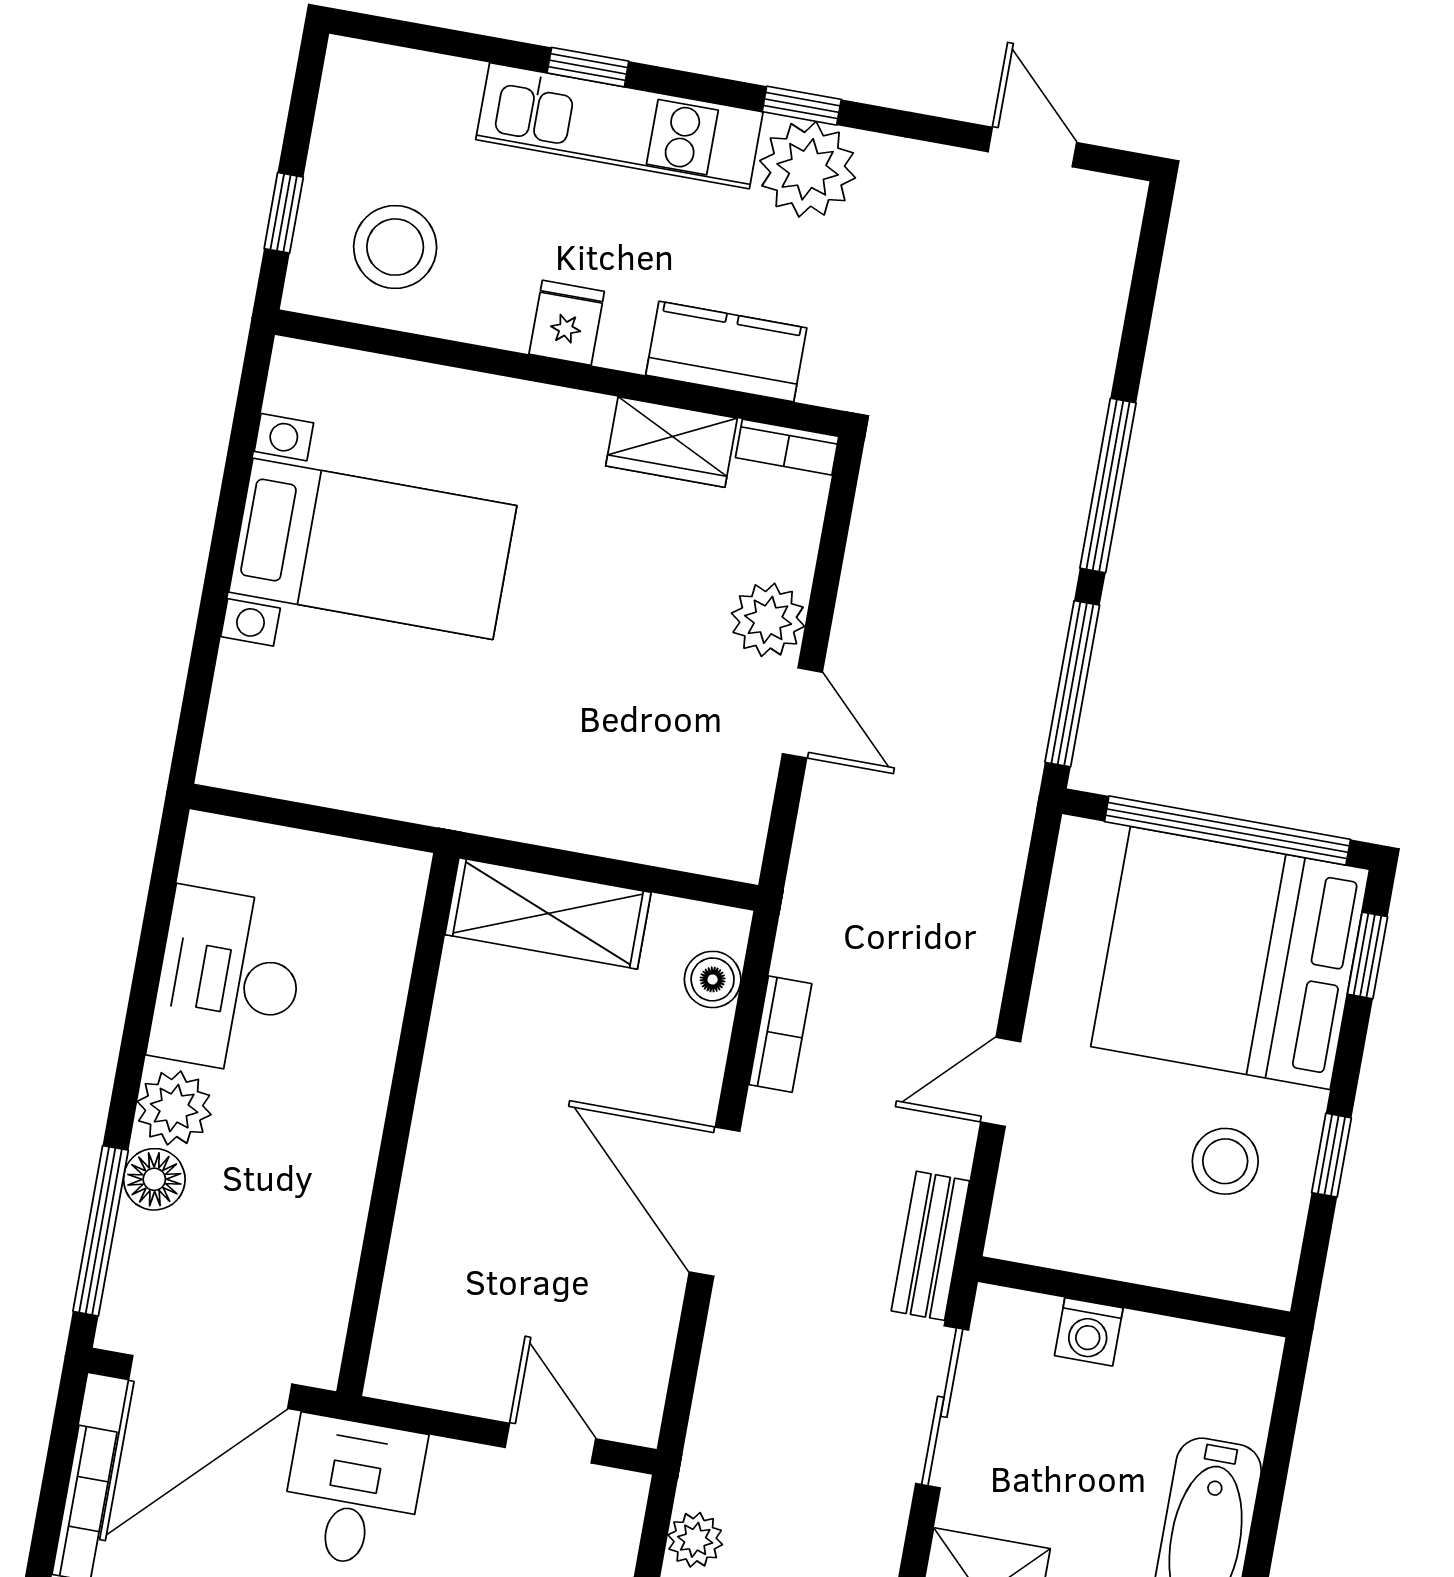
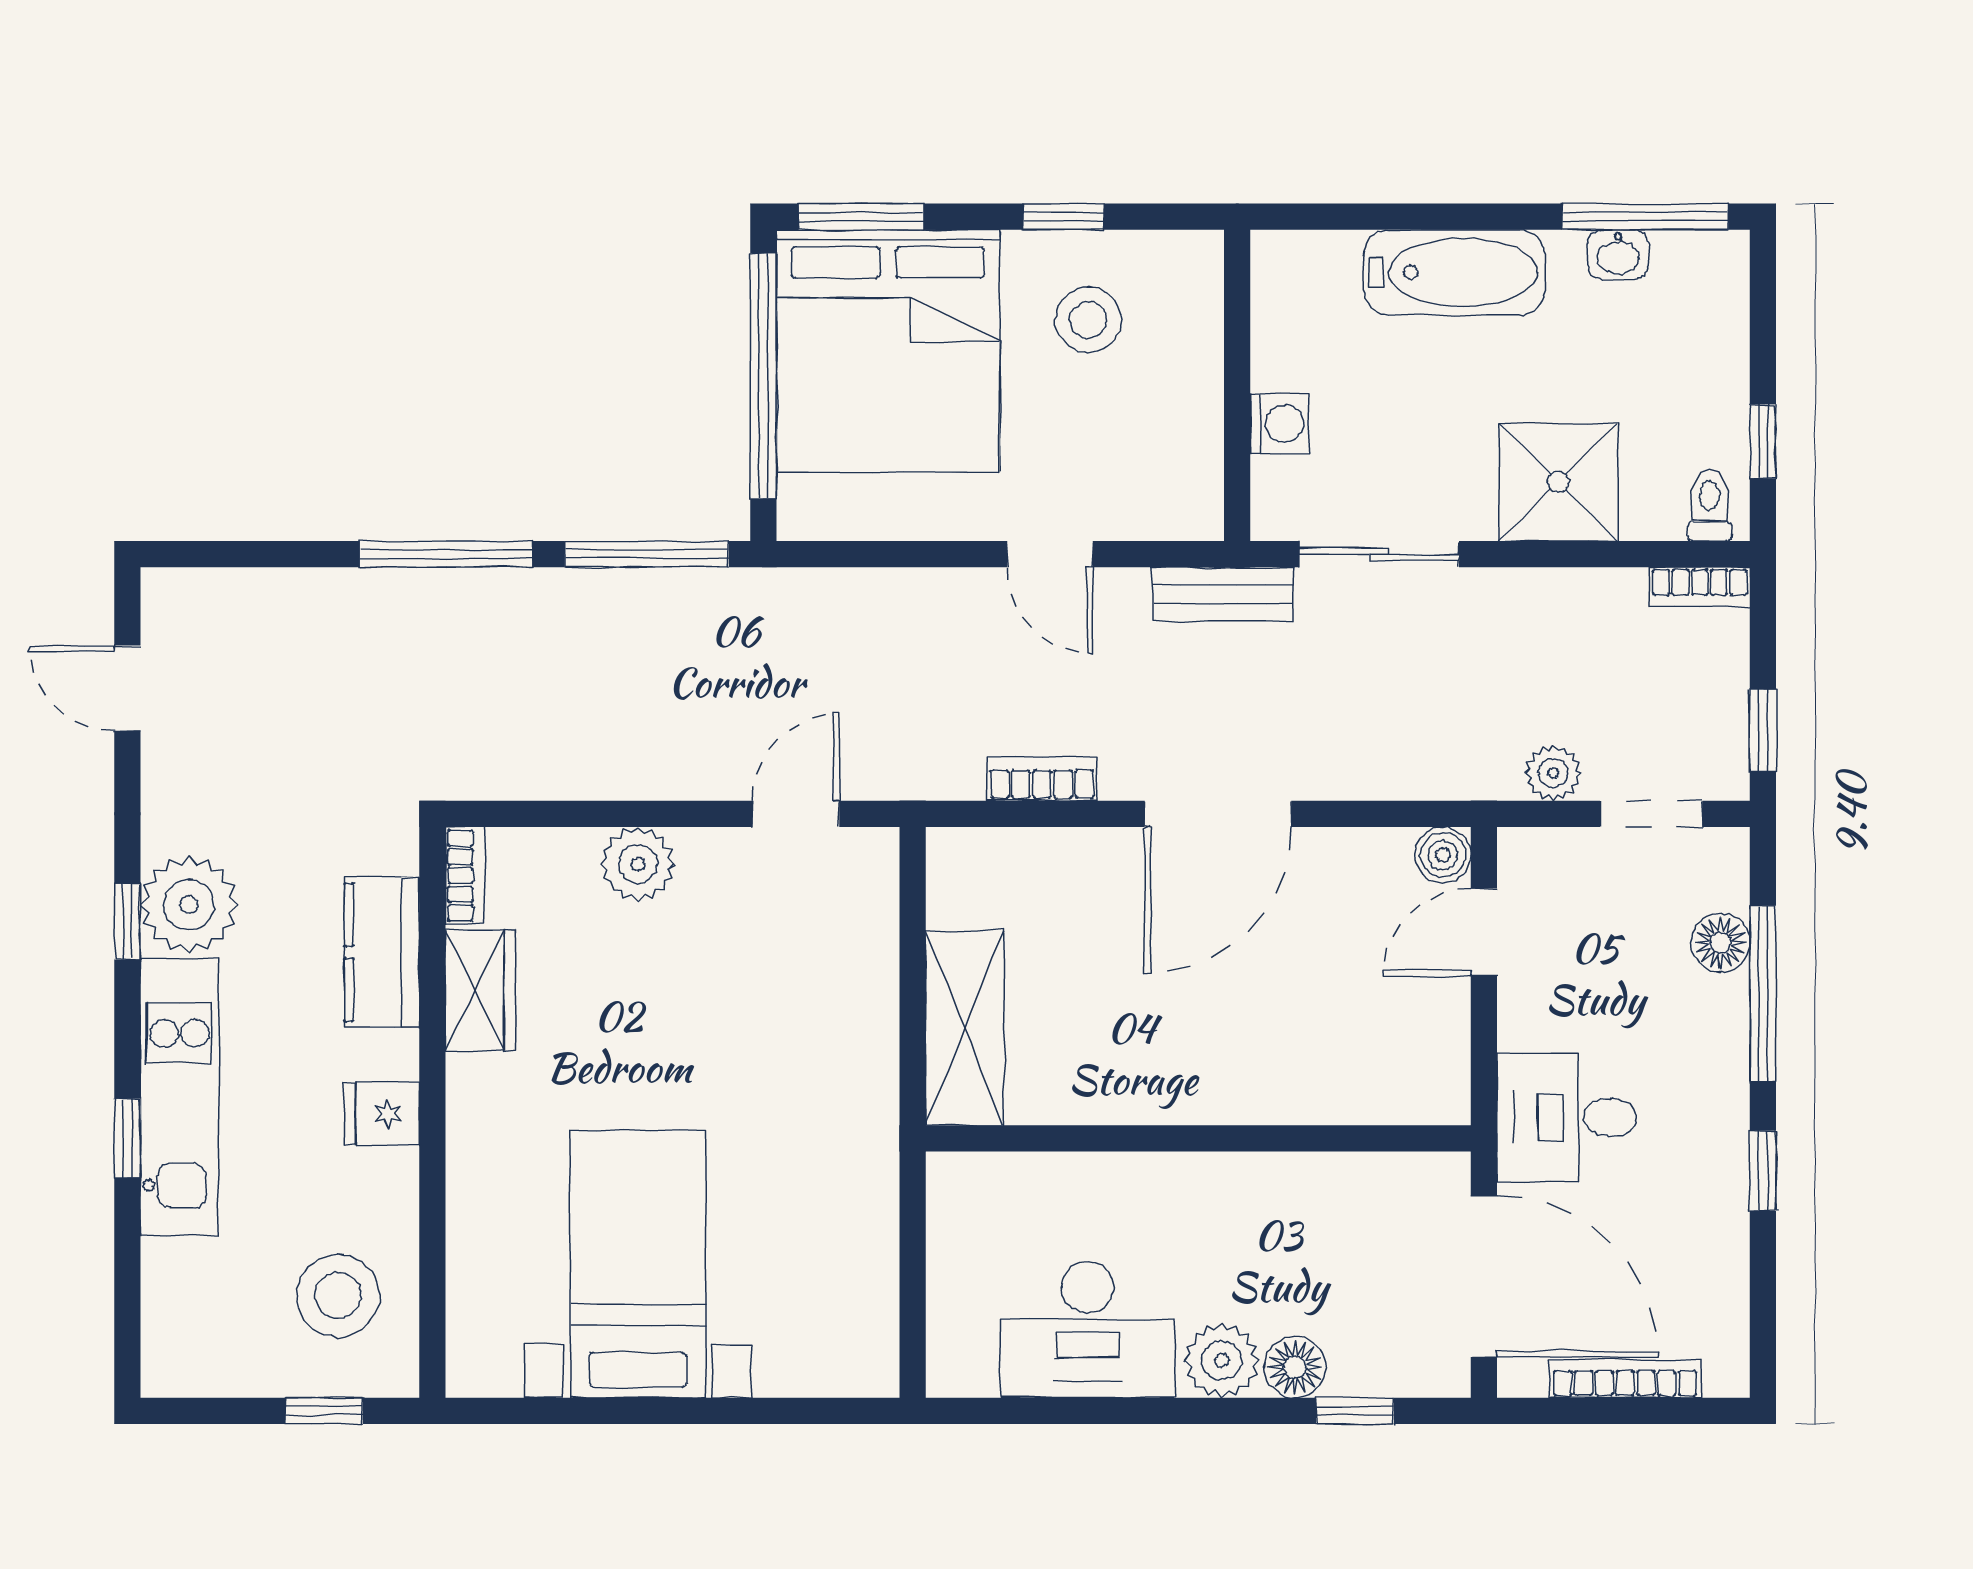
door: (1032, 147) -> (127, 688), hinge flipped
door: (802, 713) -> (796, 814), moved
window: (1367, 955) -> (861, 217), width x1.50
boiler: (713, 979) -> (1443, 855), moved
window: (101, 1231) -> (1355, 1411), width x0.46

